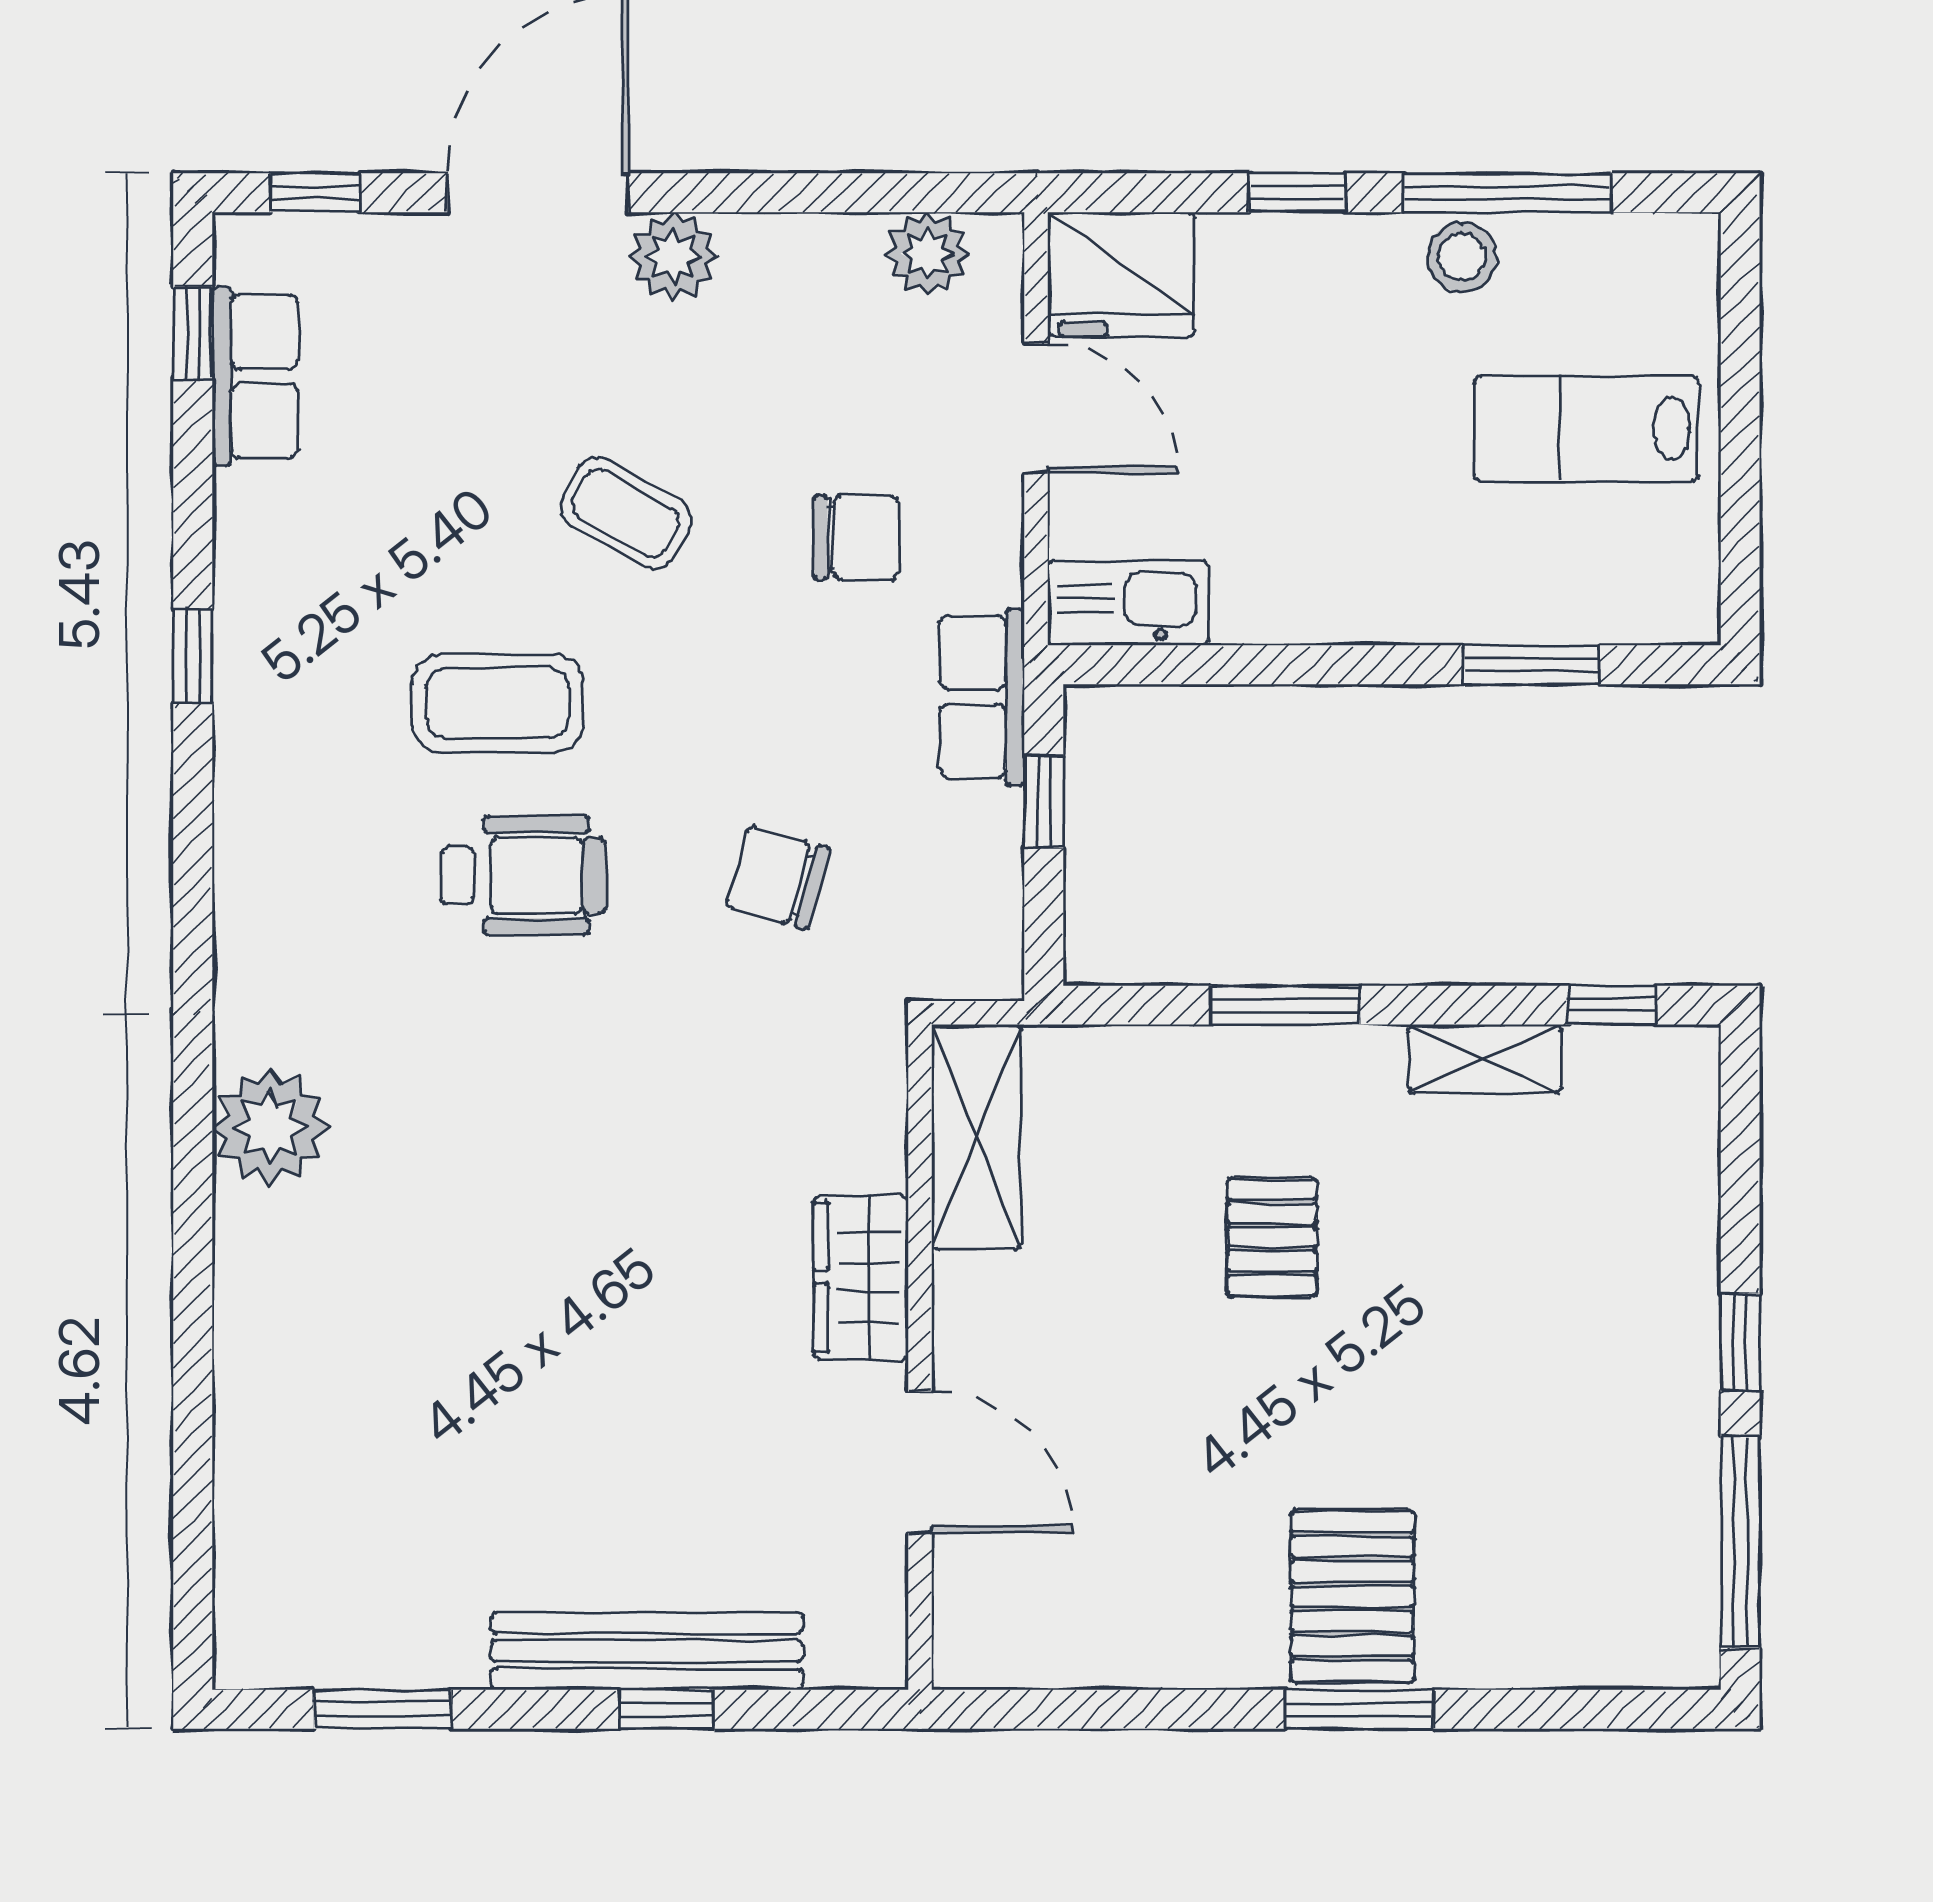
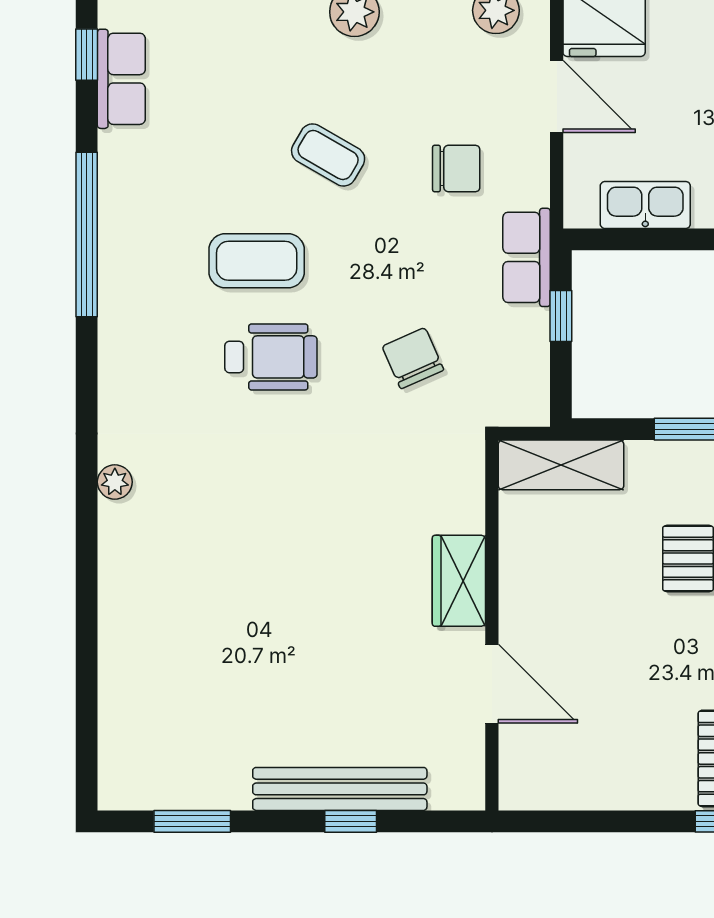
kitchen sink: (1128, 603) -> (645, 205), moved
window: (193, 656) -> (87, 235), width x3.17
chair: (778, 878) -> (413, 358), turned 50
plant: (270, 1127) -> (115, 482), width x0.53, depth x0.53
shelving: (977, 1137) -> (561, 465), moved, turned 90

